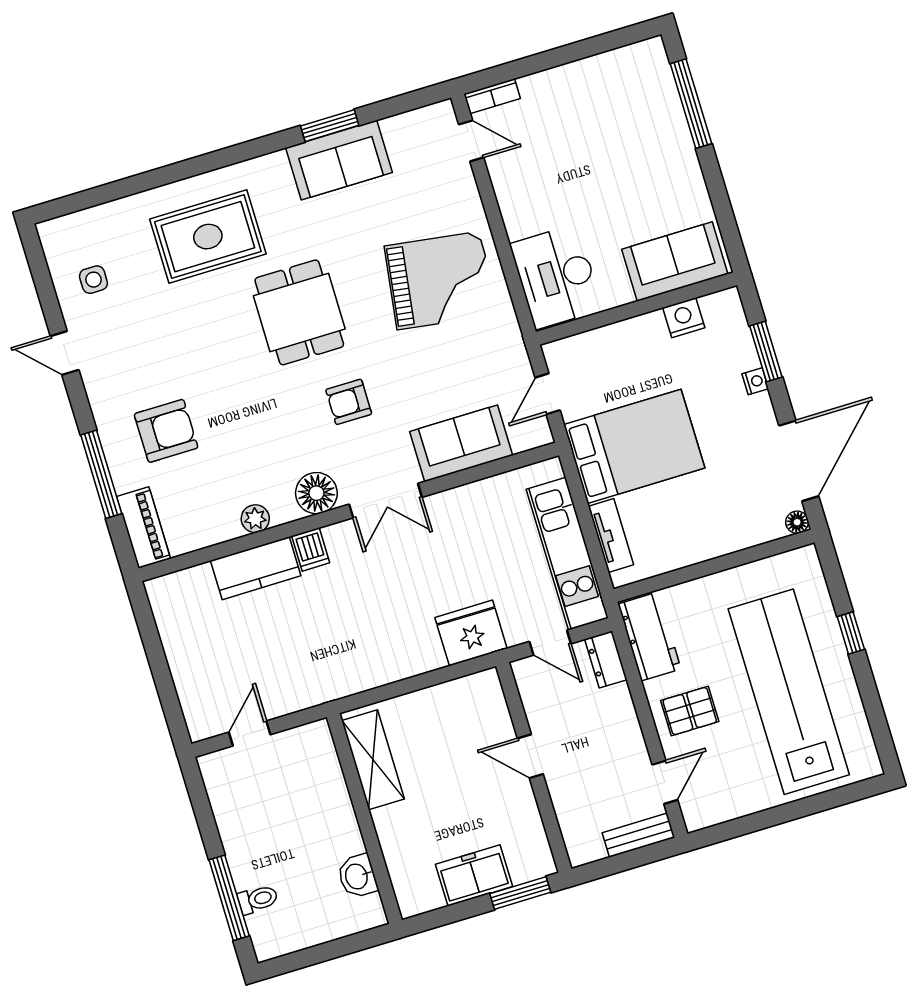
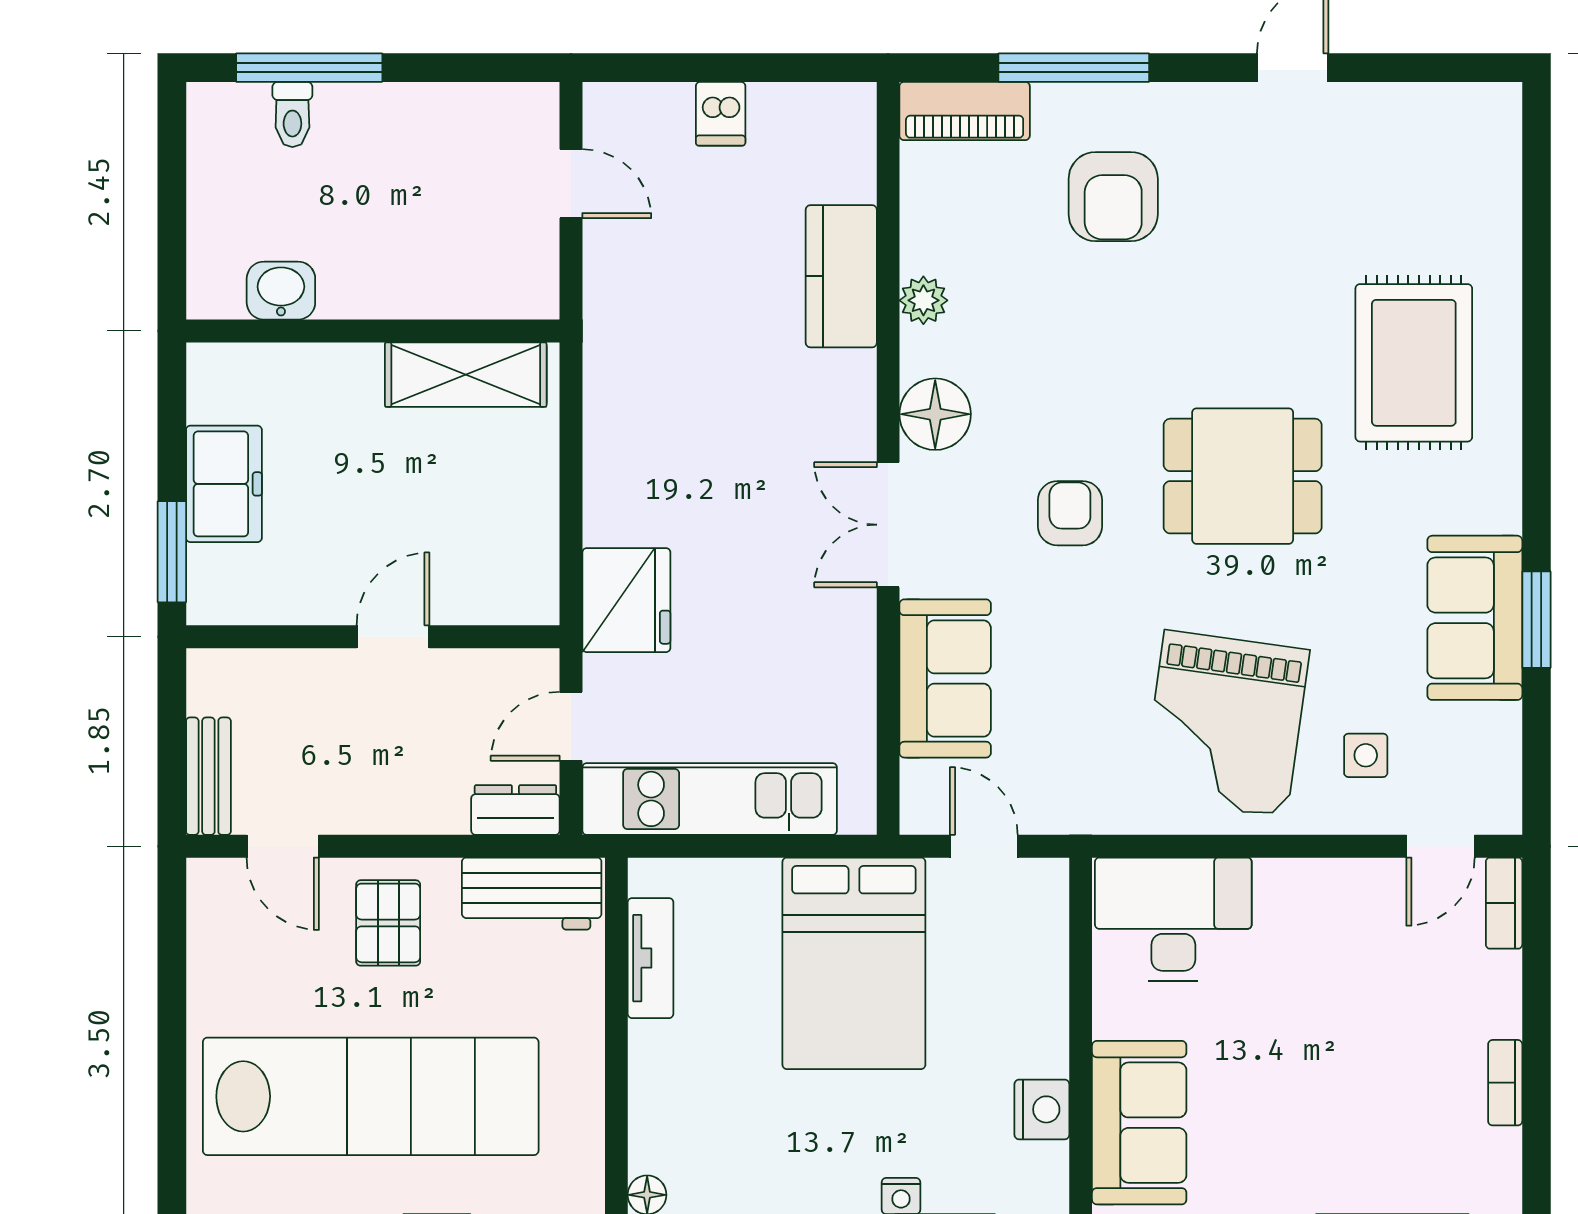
bookcase: (591, 66) -> (1505, 1083), added
side table: (93, 280) -> (1366, 755), moved
tv unit: (611, 535) -> (651, 958), moved, turned -90
dishwasher: (311, 549) -> (721, 114), moved, turned -90

